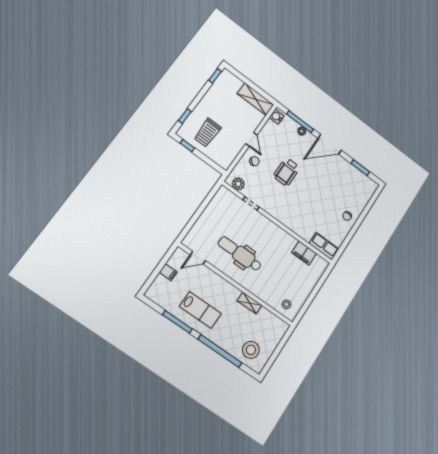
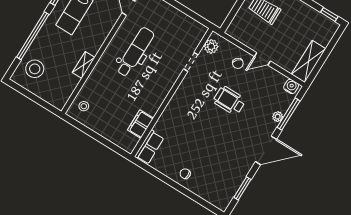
door: (330, 144) -> (266, 150), swing flipped

